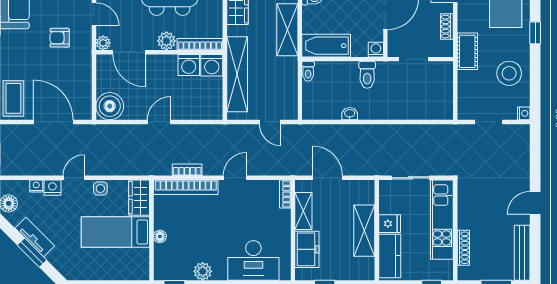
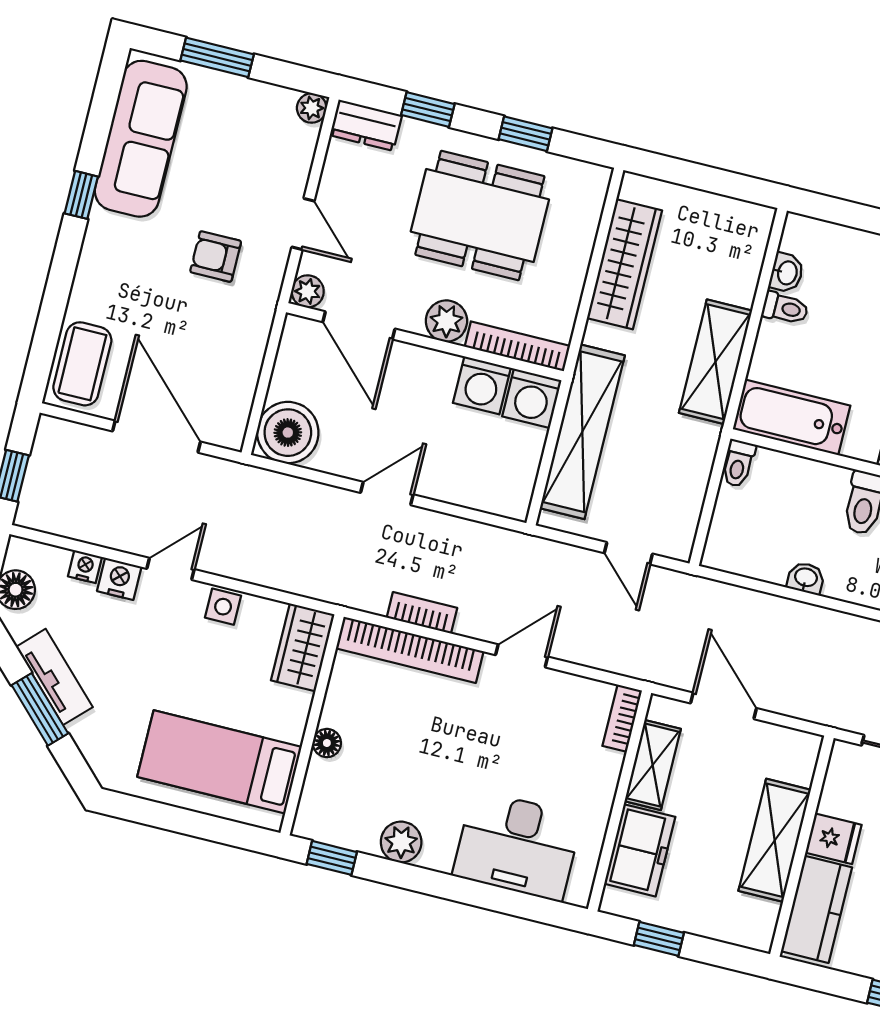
bed: (115, 232) -> (219, 762), moved

